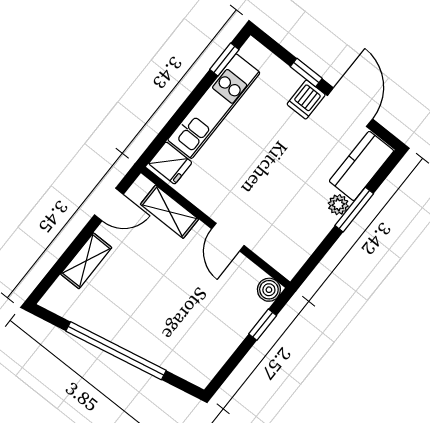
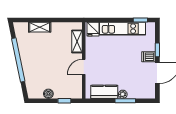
kitchen counter: (361, 166) -> (104, 92), moved
door: (109, 205) -> (64, 20), removed
boiler: (269, 290) -> (48, 94), moved

